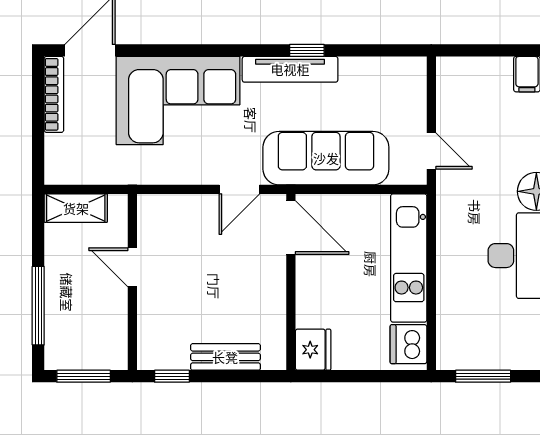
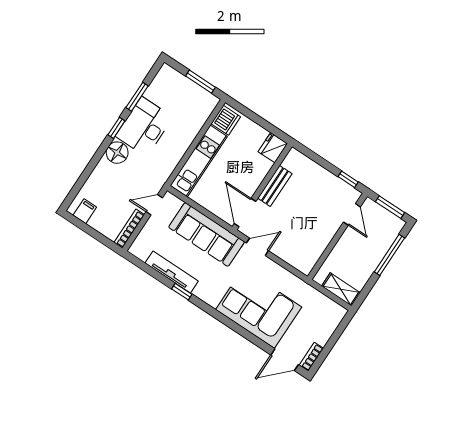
tv unit: (290, 69) -> (172, 272), moved
bookcase: (445, 92) -> (129, 229), added
bookcase: (54, 94) -> (311, 357), width x0.64
door: (431, 151) -> (154, 205), hinge flipped
door: (132, 267) -> (352, 214), moved
bench: (225, 357) -> (275, 186), moved, turned 90

